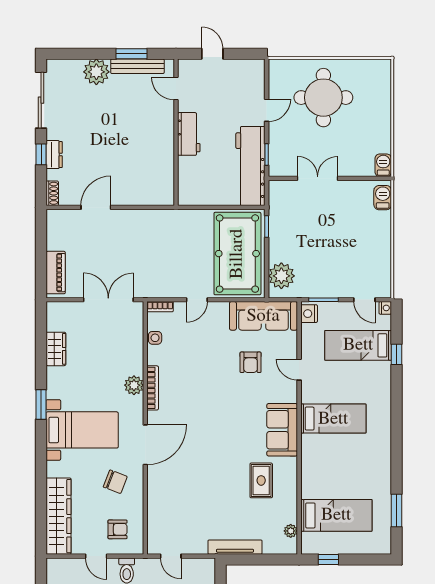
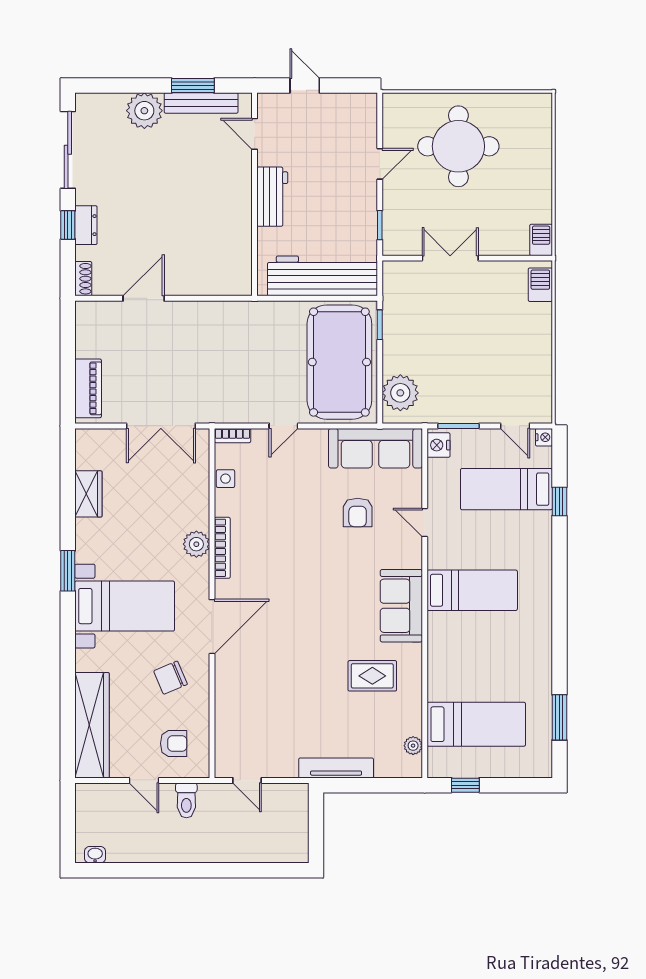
workbench: (250, 166) -> (323, 276), moved, turned 90
double door: (108, 300) -> (161, 426), swing flipped
rug: (261, 480) -> (372, 676), turned 90
chair: (115, 482) -> (170, 678), turned 136

